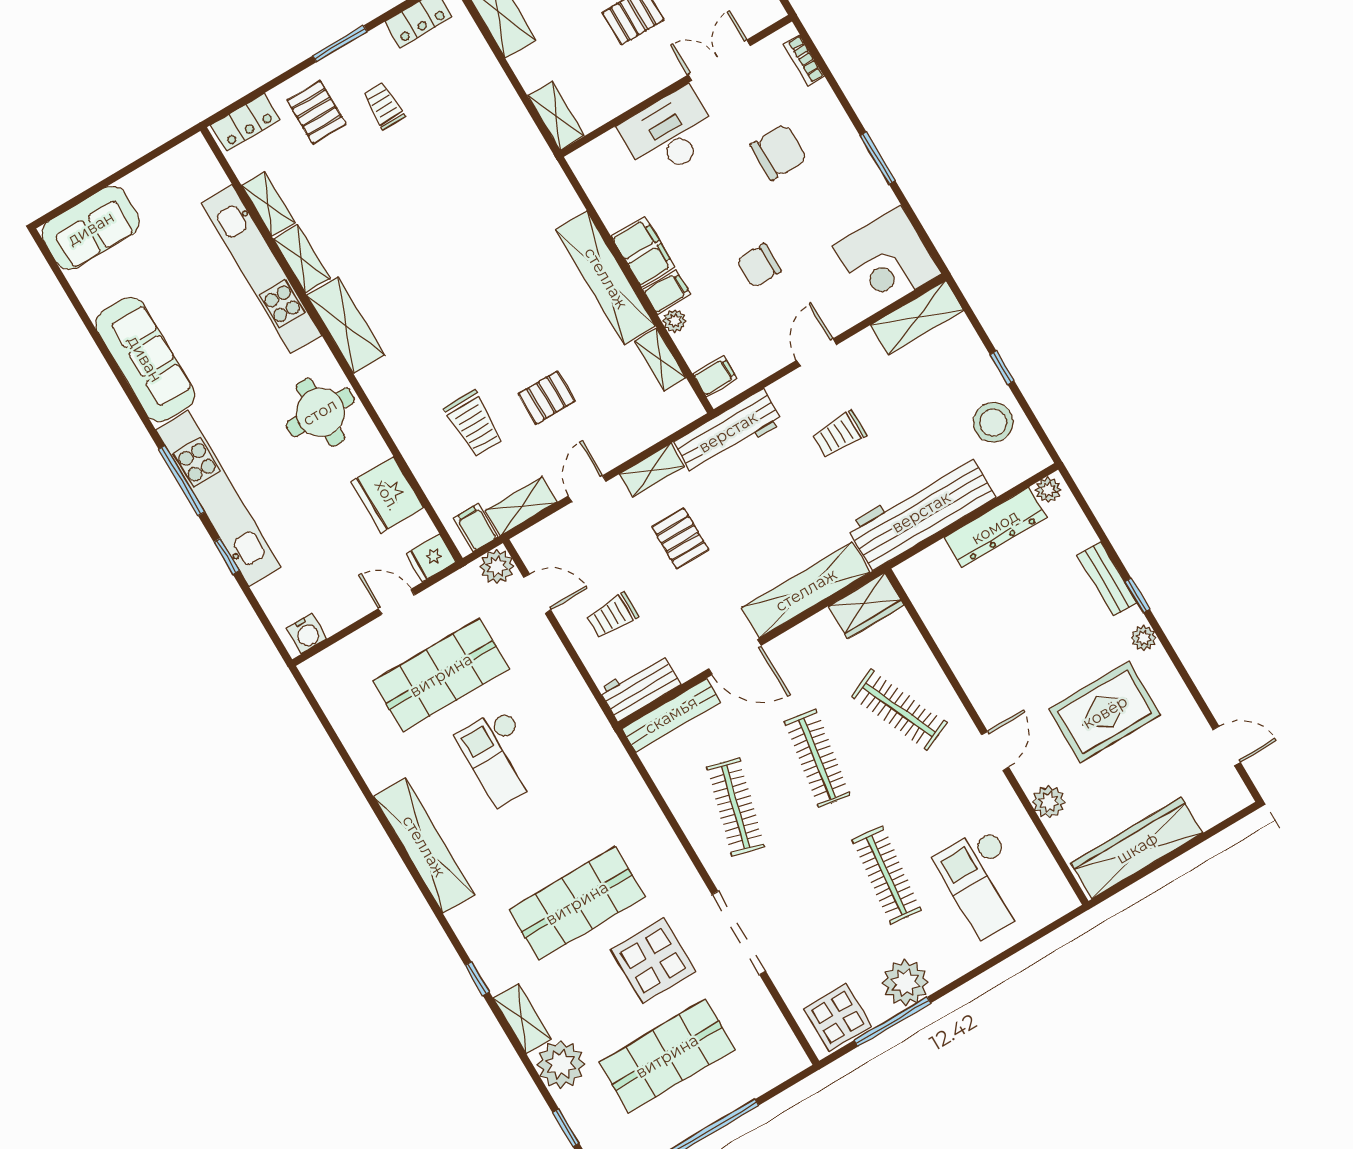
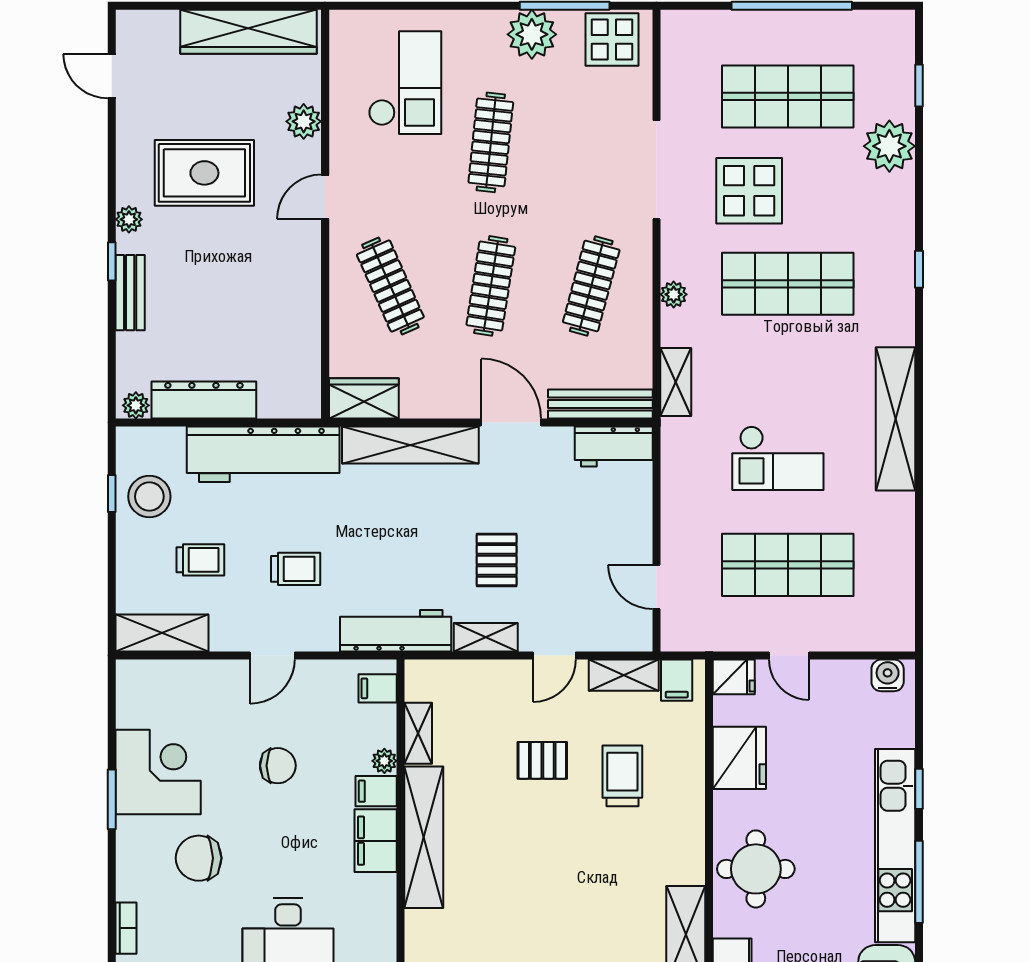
corner desk: (887, 260) -> (158, 772), moved
window: (1002, 368) -> (112, 494), moved
plant: (497, 566) -> (674, 294), moved, width x0.73, depth x0.73
trolley: (612, 616) -> (200, 560), moved
checkout: (501, 757) -> (778, 458), turned 90
shelving: (522, 1019) -> (676, 382), moved

